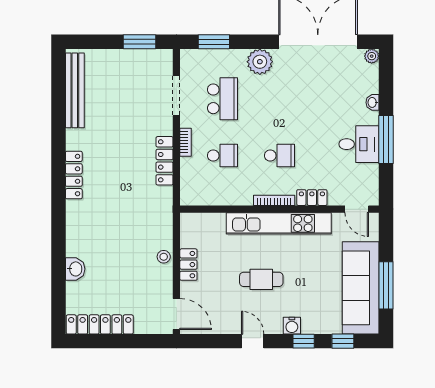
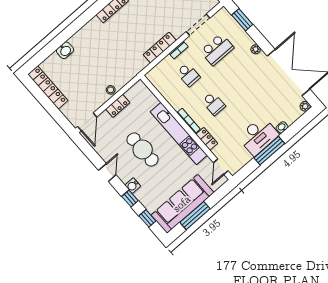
plant: (260, 62) -> (256, 49), width x0.53, depth x0.53
desk: (359, 144) -> (258, 136), width x1.37
cafe table: (261, 279) -> (143, 149), width x1.37, depth x1.35

